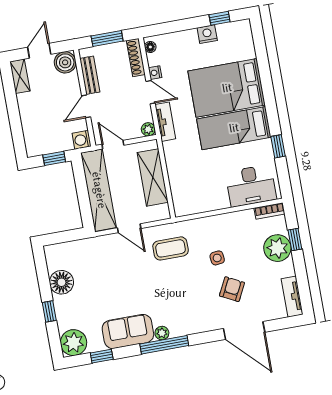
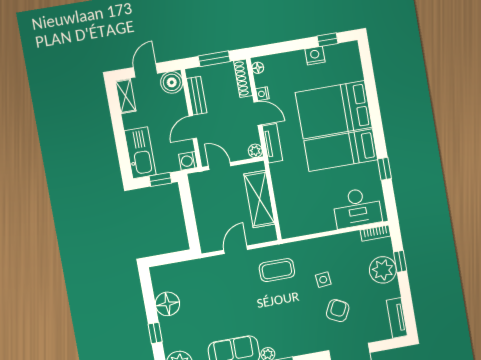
kitchen sink: (34, 132) -> (140, 153), added
shelving: (99, 190) -> (205, 212), removed
door: (129, 228) -> (236, 250), swing flipped

